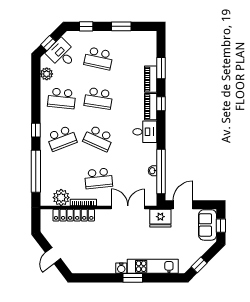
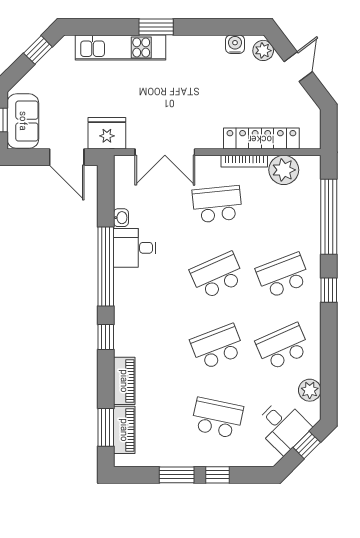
window: (86, 26) -> (218, 475), moved
window: (161, 68) -> (106, 427), moved
school desk: (62, 98) -> (283, 347), turned -30
school desk: (98, 98) -> (217, 347), turned -30
piano: (151, 107) -> (124, 430), moved
desk: (145, 132) -> (135, 248), moved
school desk: (98, 138) -> (217, 275), turned -48
window: (161, 172) -> (106, 267), moved
door: (183, 205) -> (67, 157), hinge flipped
plant: (73, 265) -> (263, 50), added
water cooler: (121, 268) -> (235, 44), moved

